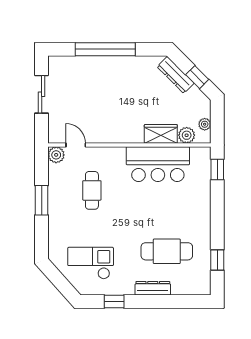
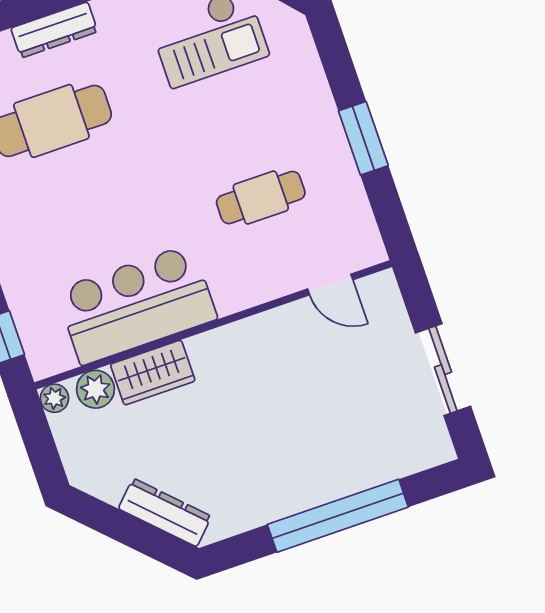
window: (197, 77) -> (116, 524), removed
plant: (205, 124) -> (54, 398), moved
plant: (56, 155) -> (365, 248), removed
cafe table: (92, 190) -> (261, 198), turned 90

